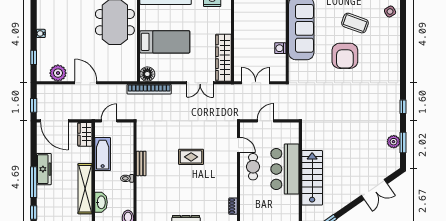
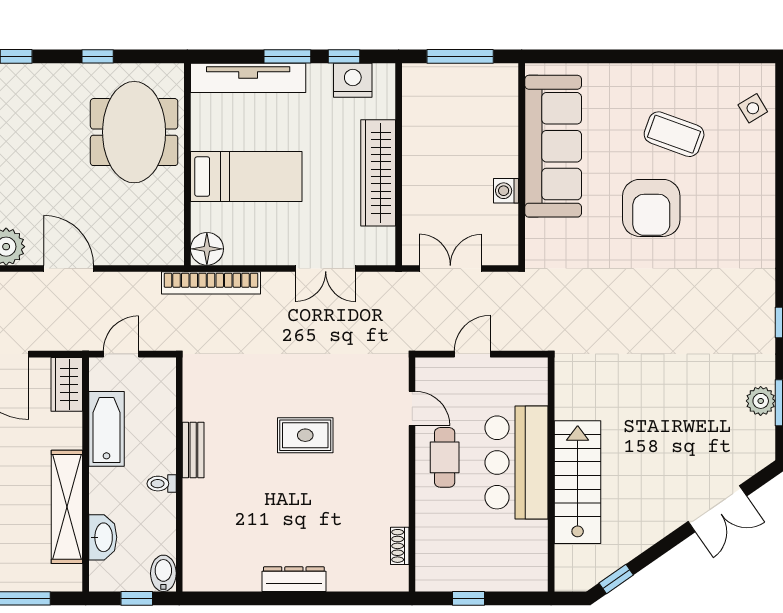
wardrobe: (223, 58) -> (378, 173), moved

